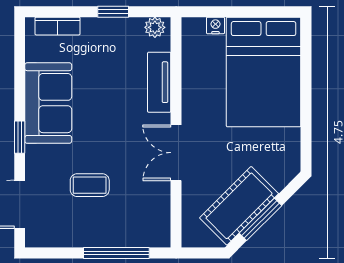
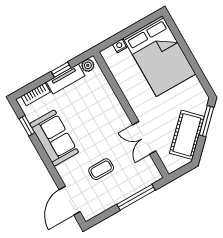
tv unit: (159, 82) -> (66, 79), moved, turned -90
window: (20, 137) -> (27, 126), moved
double door: (176, 153) -> (144, 138), moved
window: (261, 219) -> (206, 121), moved

